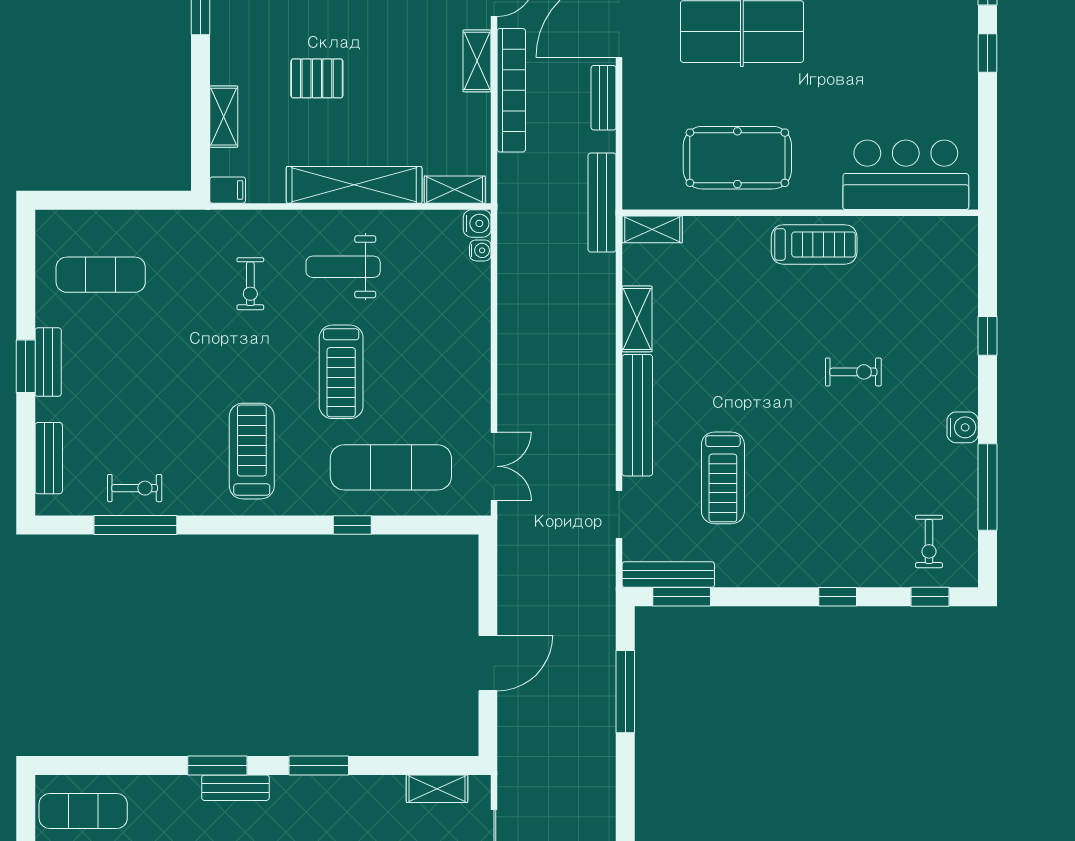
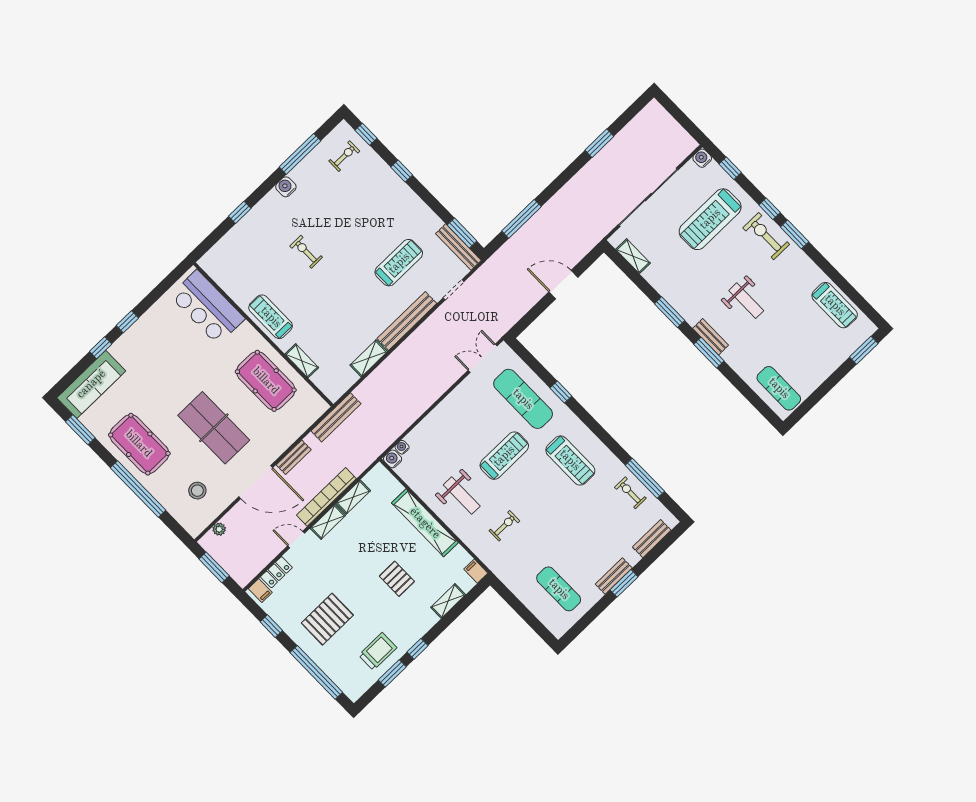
shelving: (455, 190) -> (353, 497), moved, turned 90
shelving: (652, 229) -> (302, 361), moved
treadmill: (252, 451) -> (570, 460), turned -90

